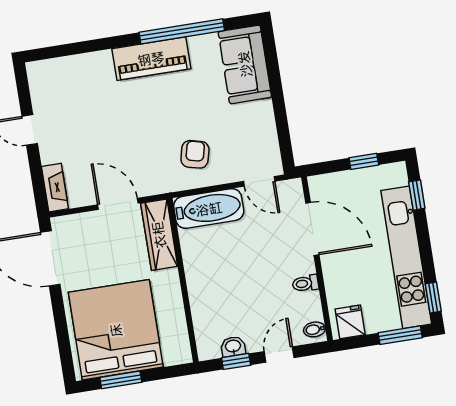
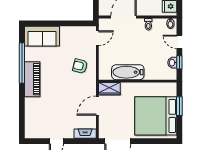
bathtub: (209, 209) -> (128, 72), moved, turned -90
wardrobe: (159, 235) -> (109, 89), width x0.67
window: (121, 380) -> (179, 106), moved

